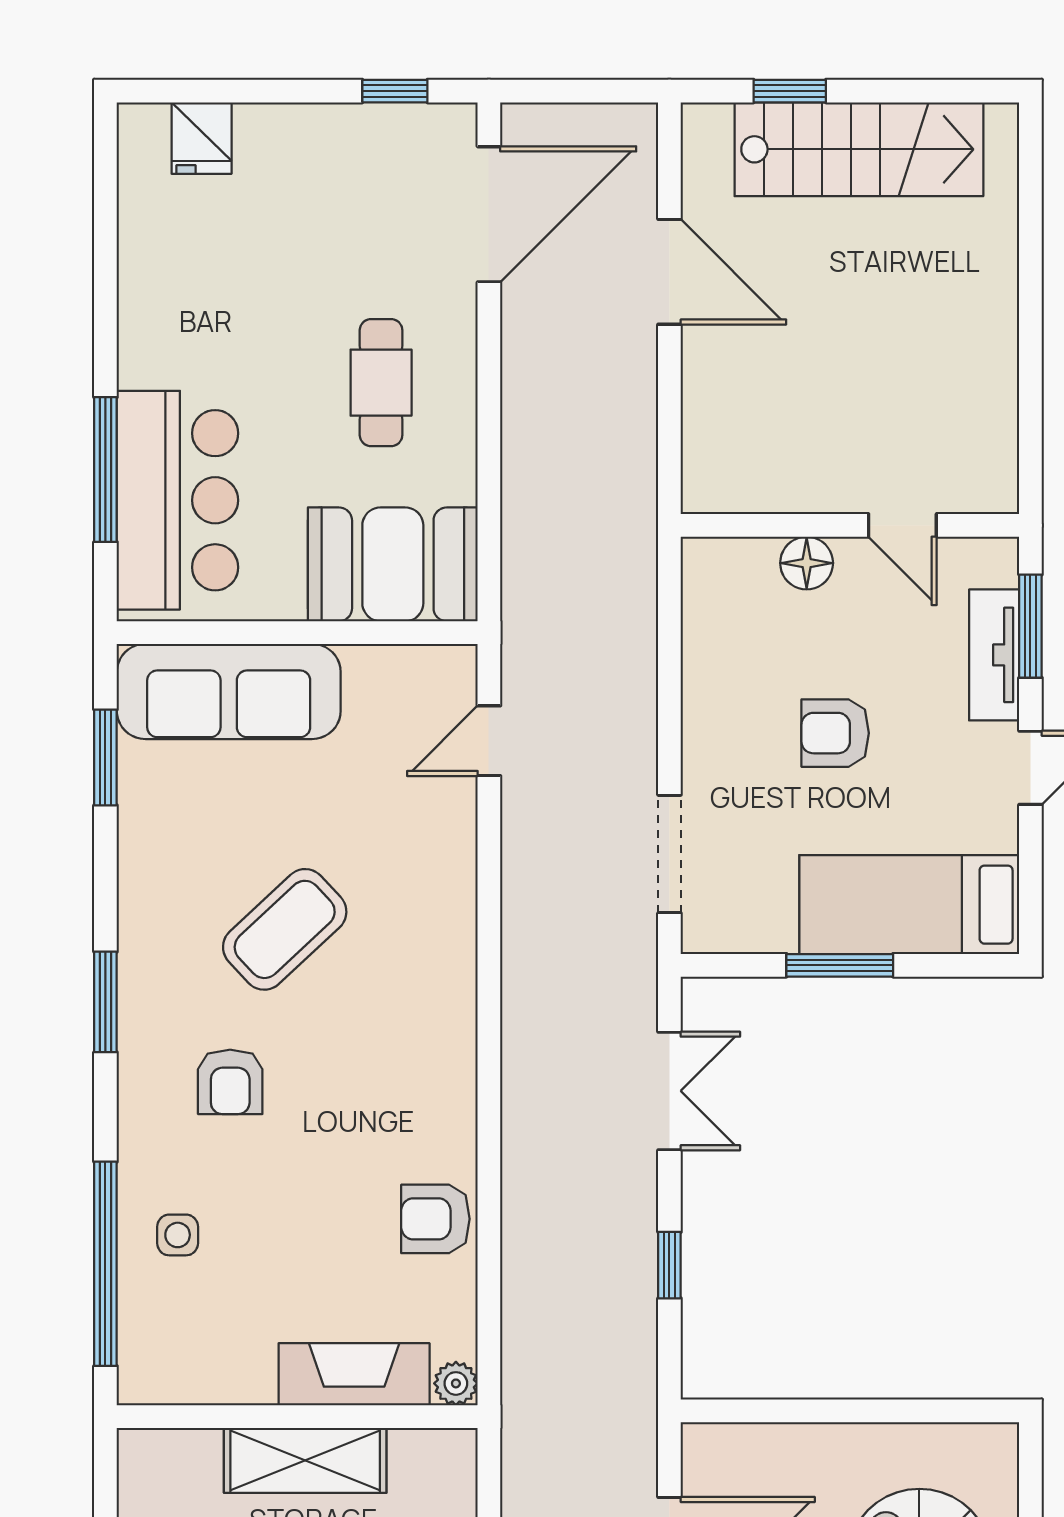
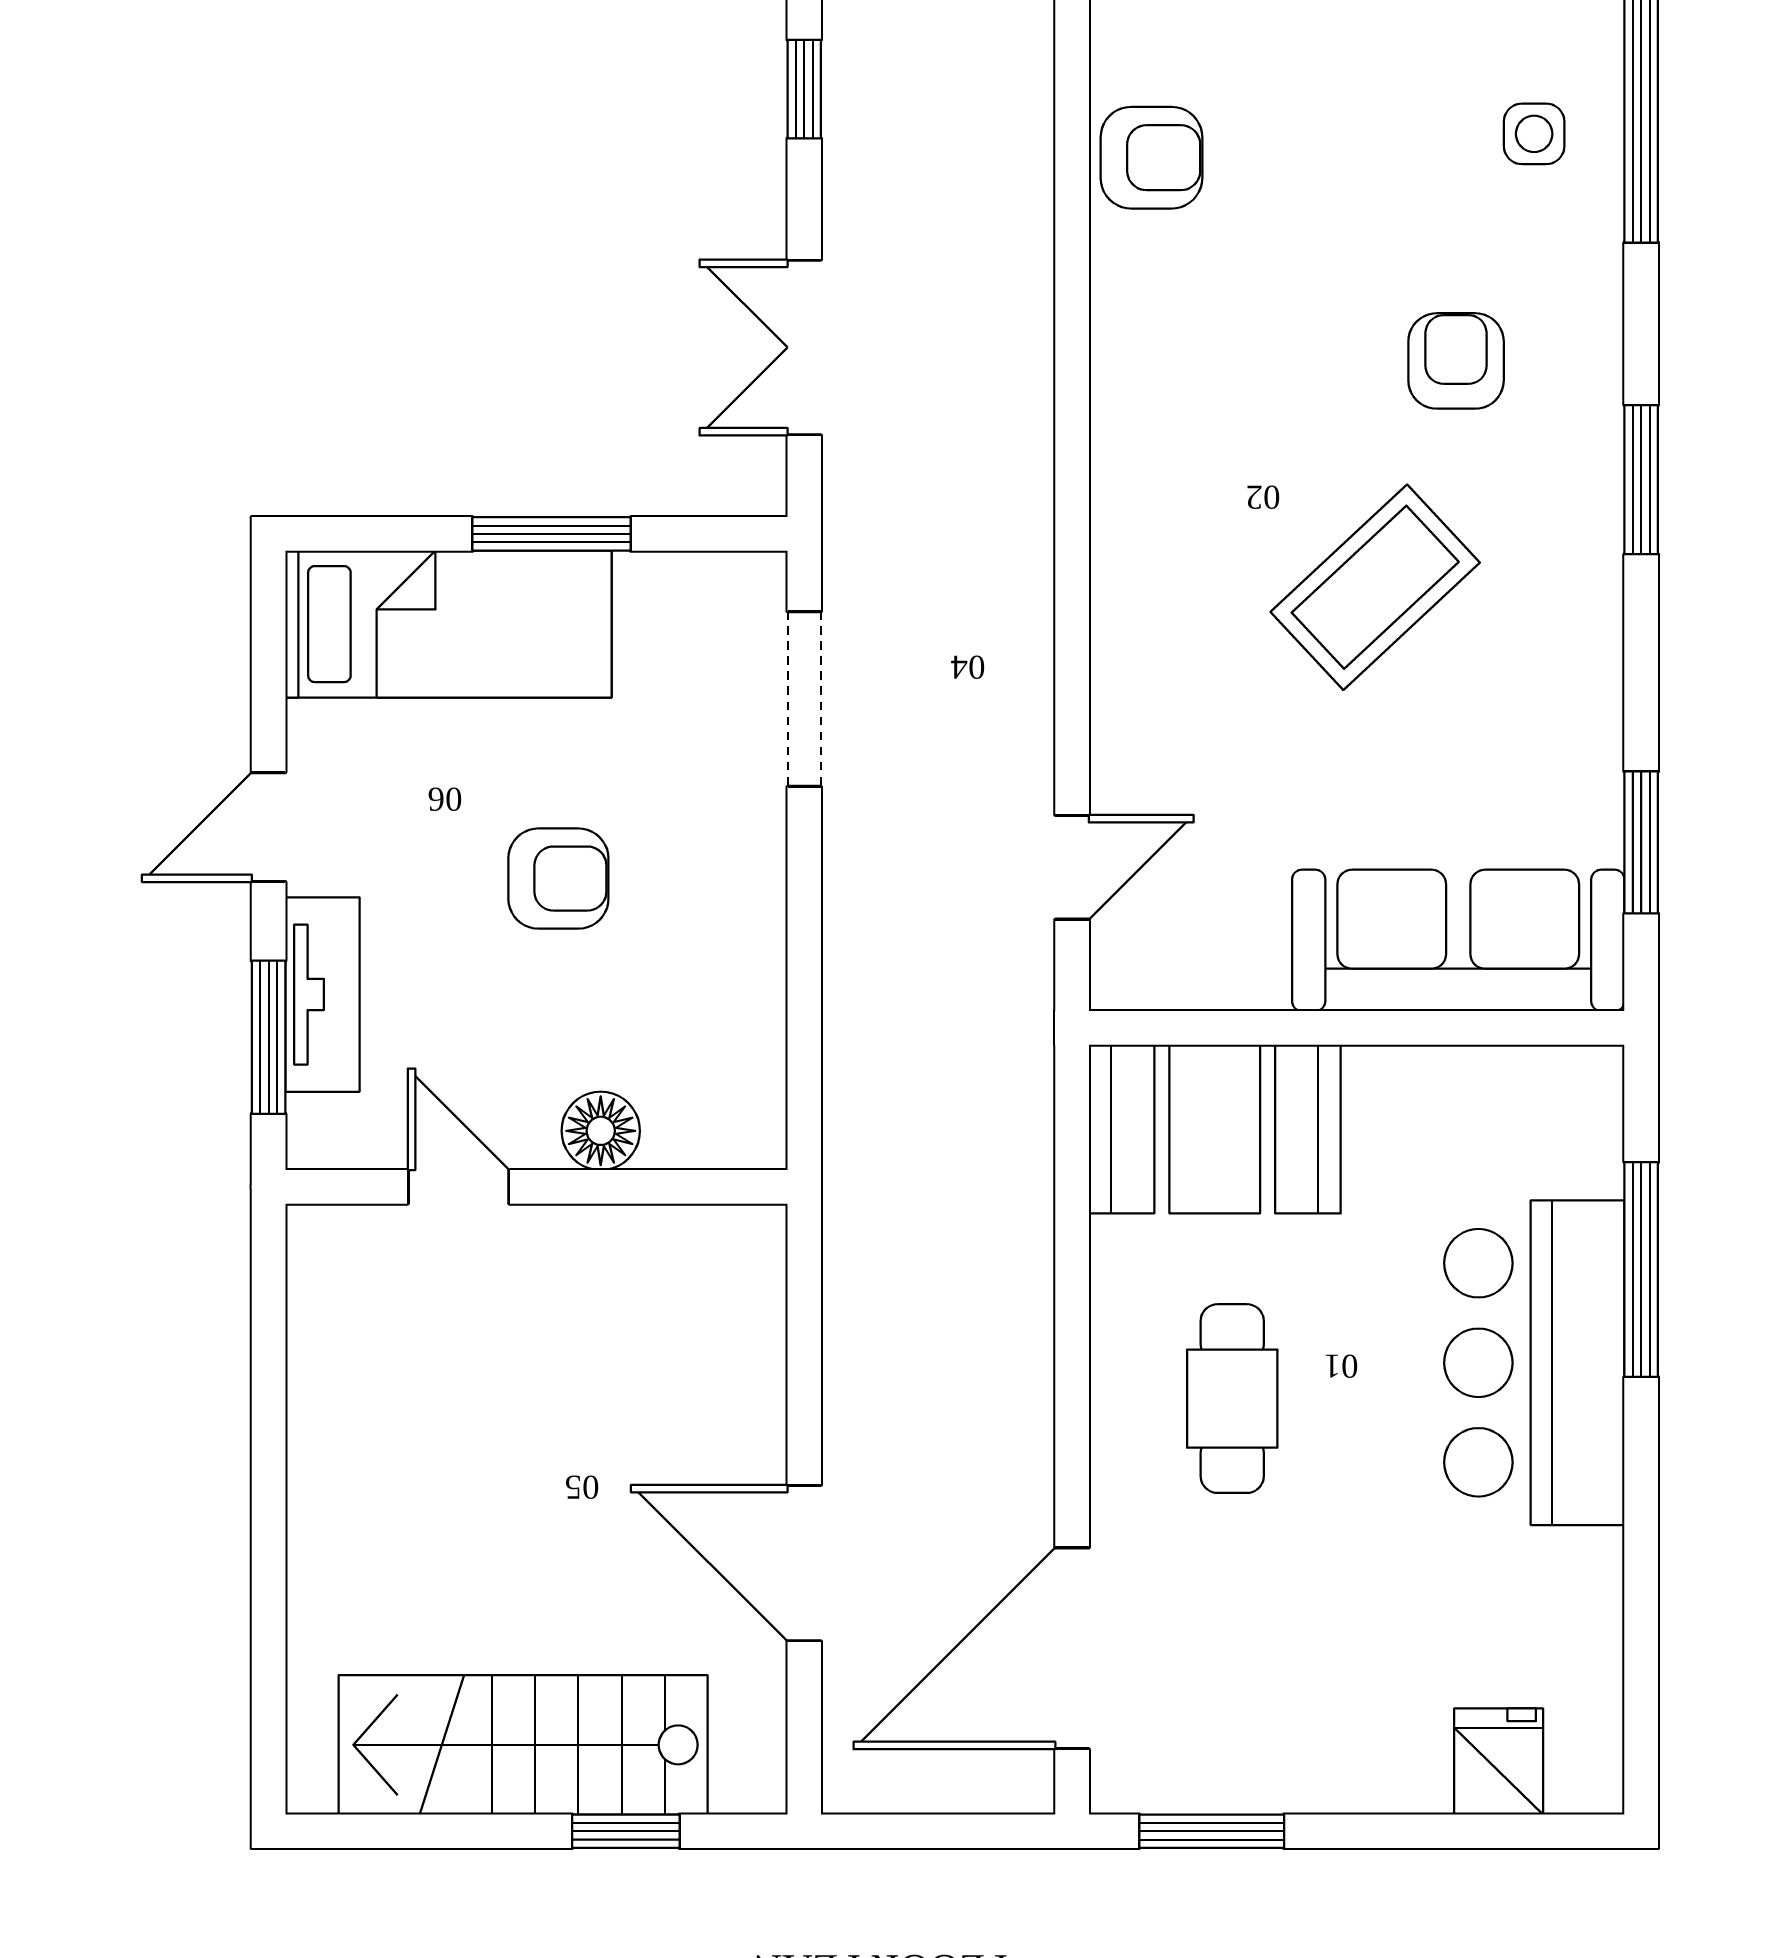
window: (395, 91) -> (1212, 1831), width x1.50
bar counter: (177, 500) -> (1534, 1363), moved

